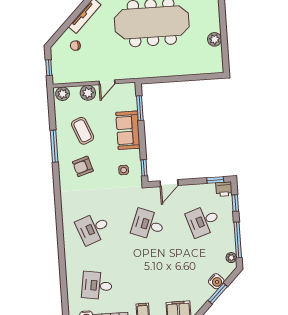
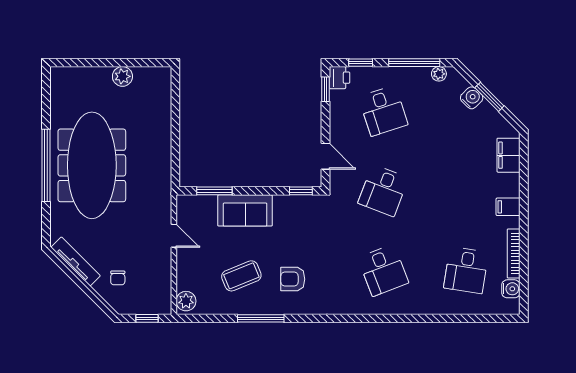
plant: (88, 93) -> (187, 265), removed
armchair: (83, 166) -> (293, 279), turned 107
side table: (124, 170) -> (302, 221), removed

